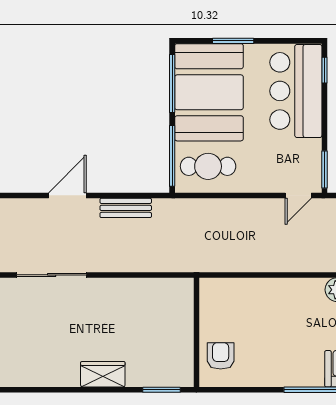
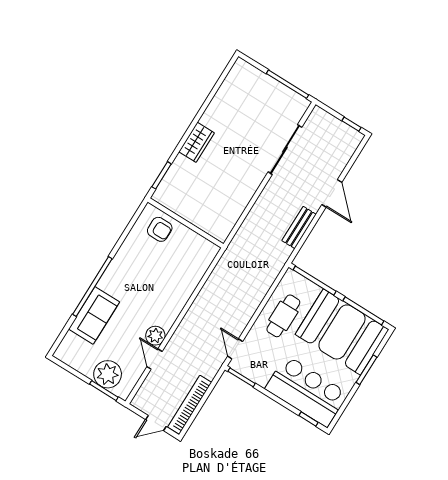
cafe table: (208, 166) -> (283, 316), moved

